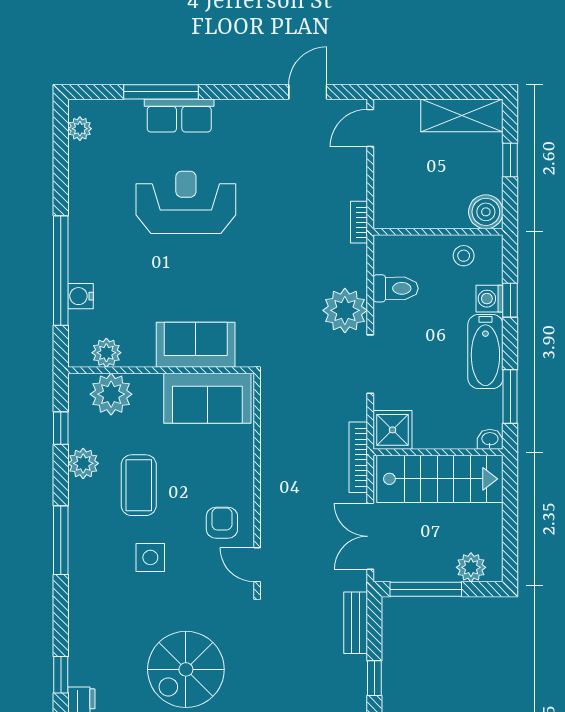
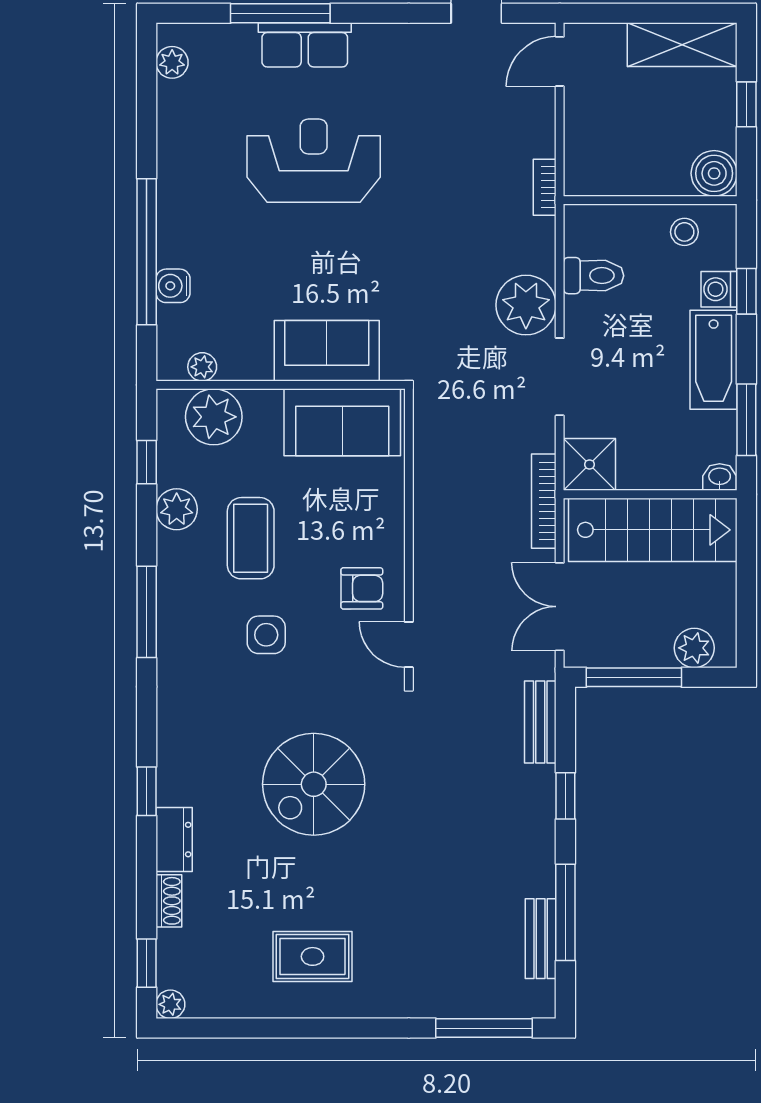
plant: (106, 353) -> (202, 367), width x0.73, depth x0.73
armchair: (222, 523) -> (362, 588), turned 90

